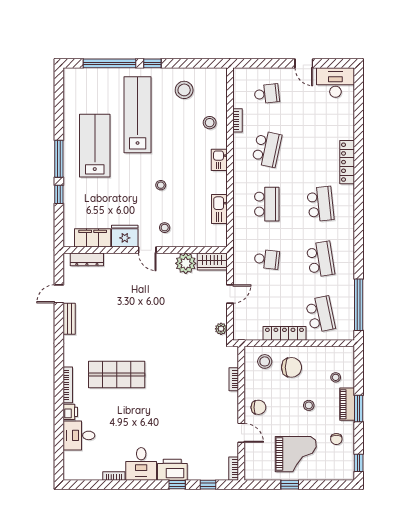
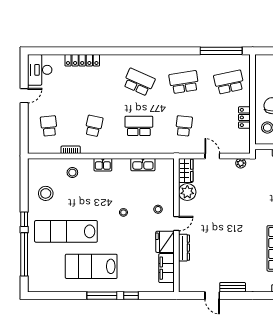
school desk: (267, 149) -> (94, 126), width x0.54
locker: (347, 162) -> (82, 60), moved
school desk: (320, 204) -> (139, 82), turned 30
dresser: (87, 259) -> (184, 248), moved
locker: (284, 333) -> (244, 117), width x0.66

